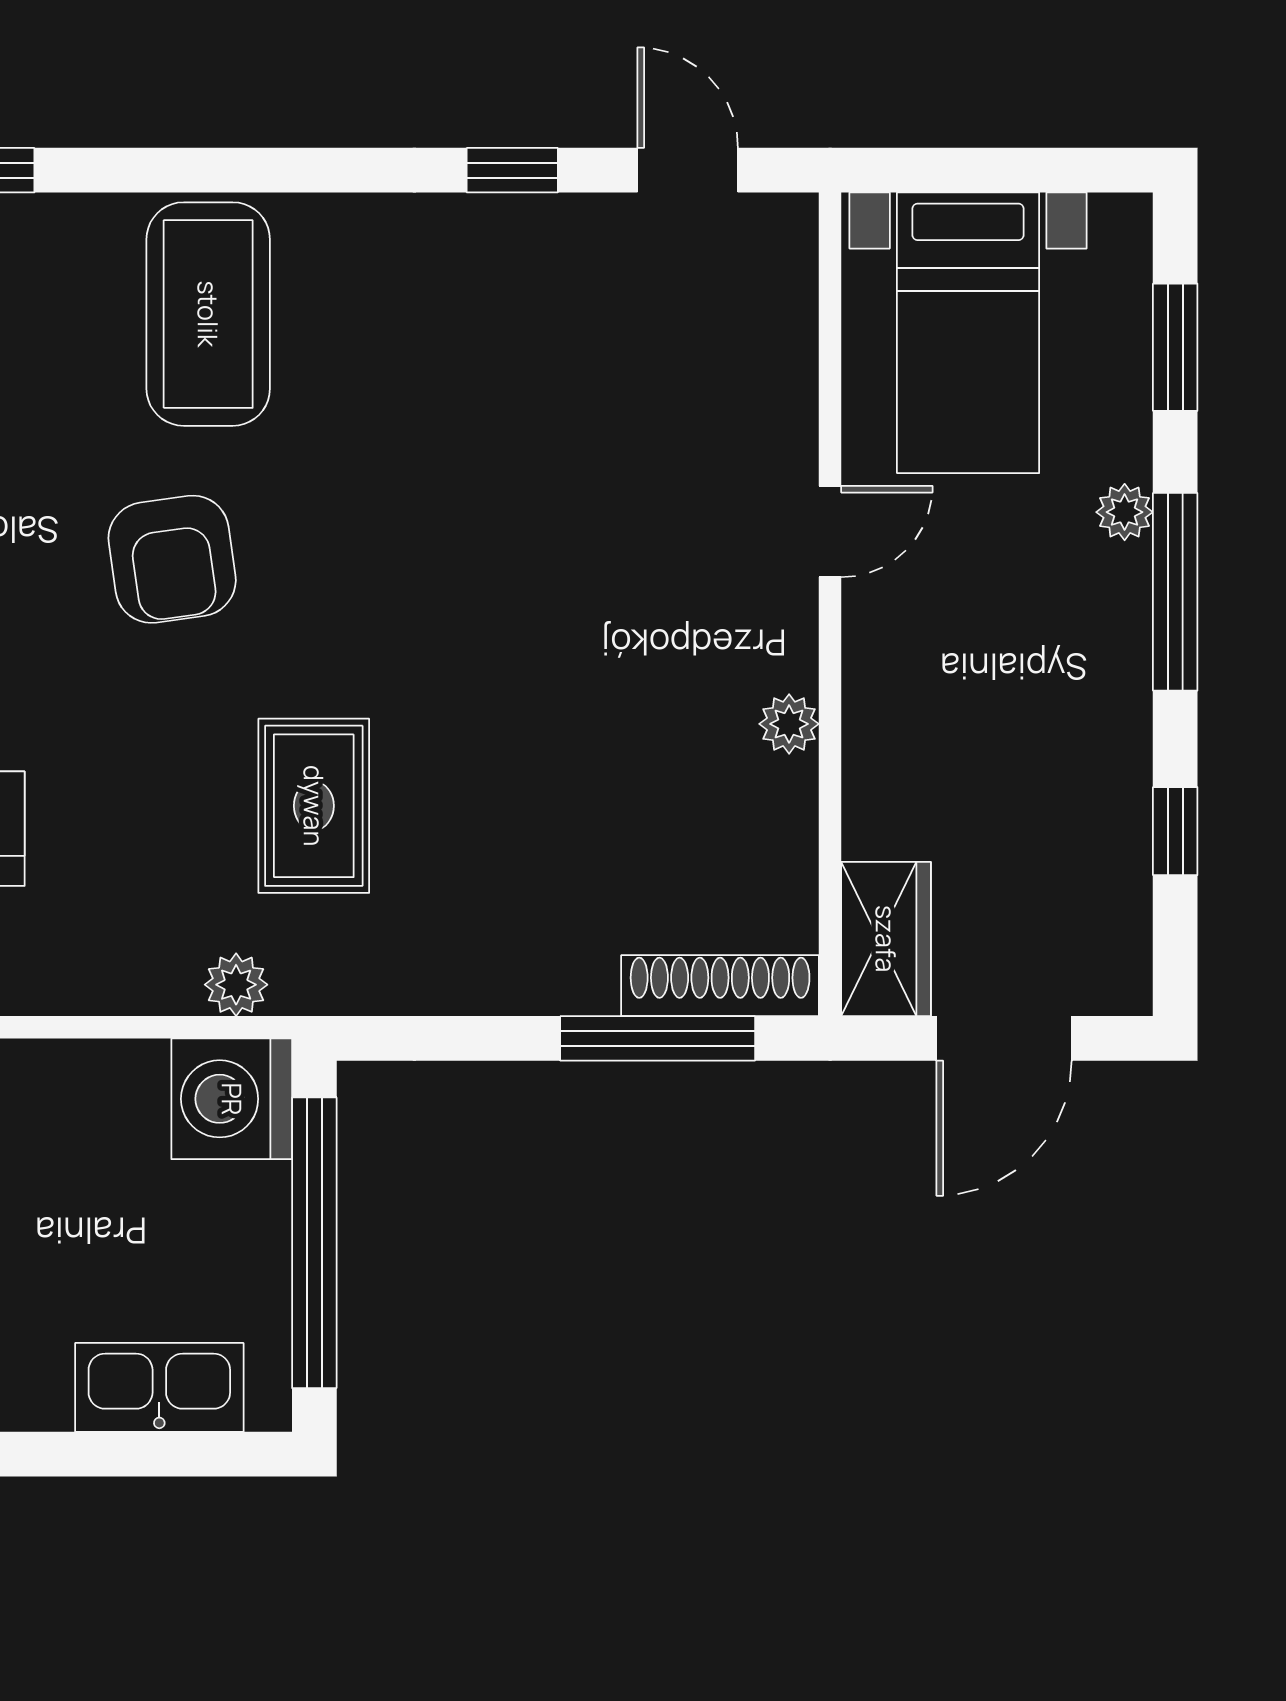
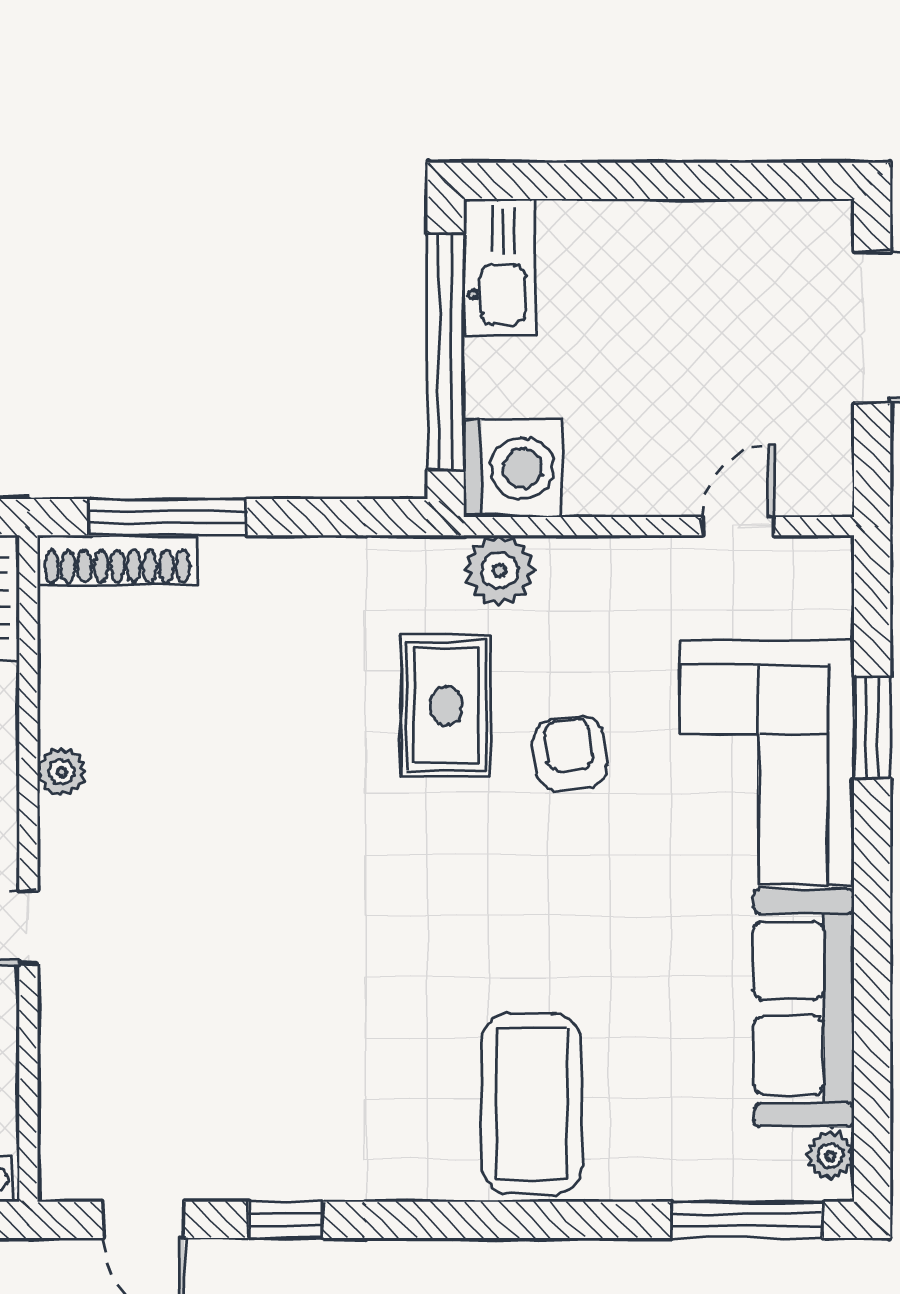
armchair: (172, 559) -> (570, 754), moved, width x0.72, depth x0.72
plant: (236, 985) -> (499, 570), width x1.38, depth x1.38
kitchen sink: (159, 1387) -> (500, 267), moved, turned -90

